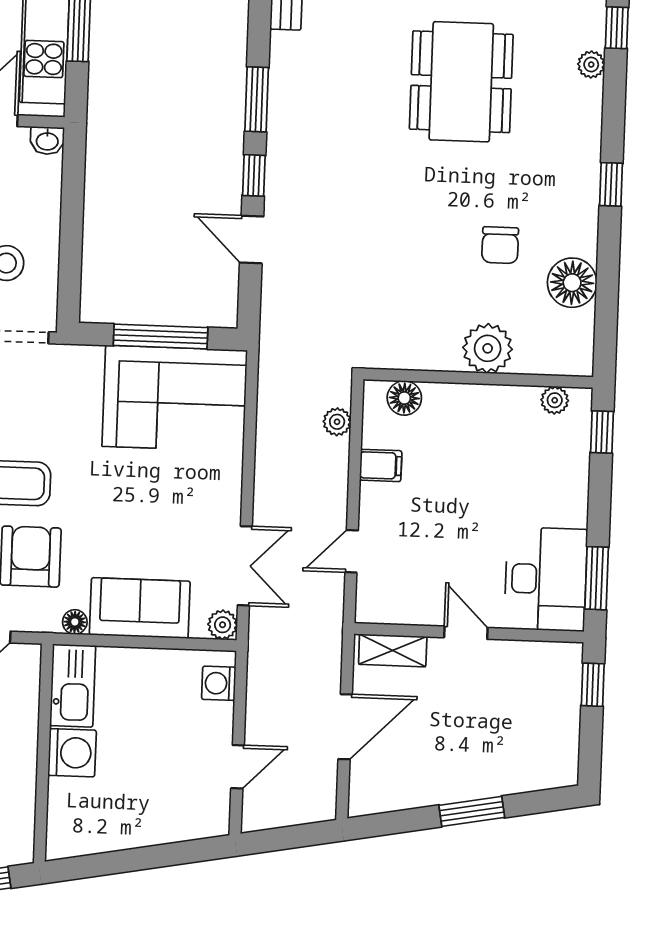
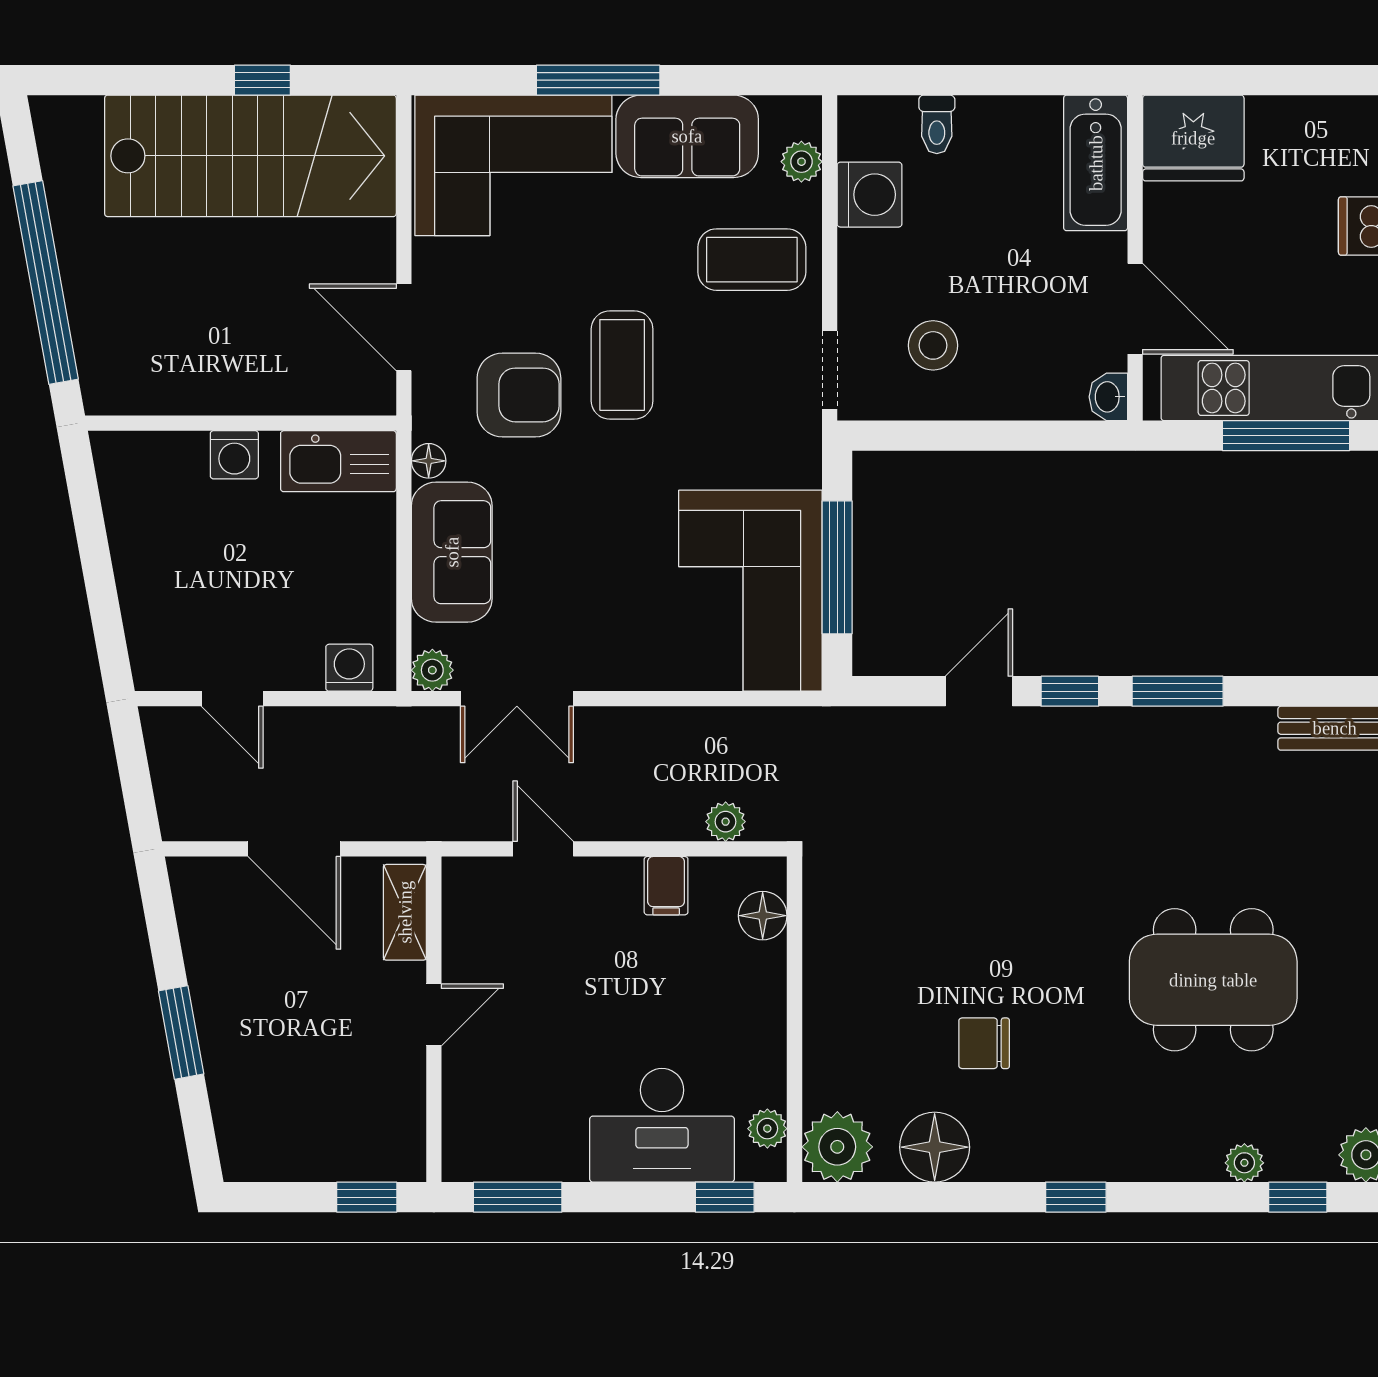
plant: (488, 348) -> (837, 1147), moved
desk: (546, 579) -> (662, 1125), moved
washing machine: (72, 753) -> (234, 455), width x0.73, depth x0.73

